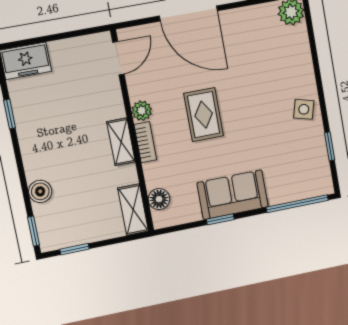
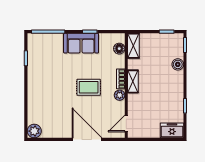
side table: (304, 109) -> (36, 80), removed
rug: (204, 115) -> (89, 87), turned 90

